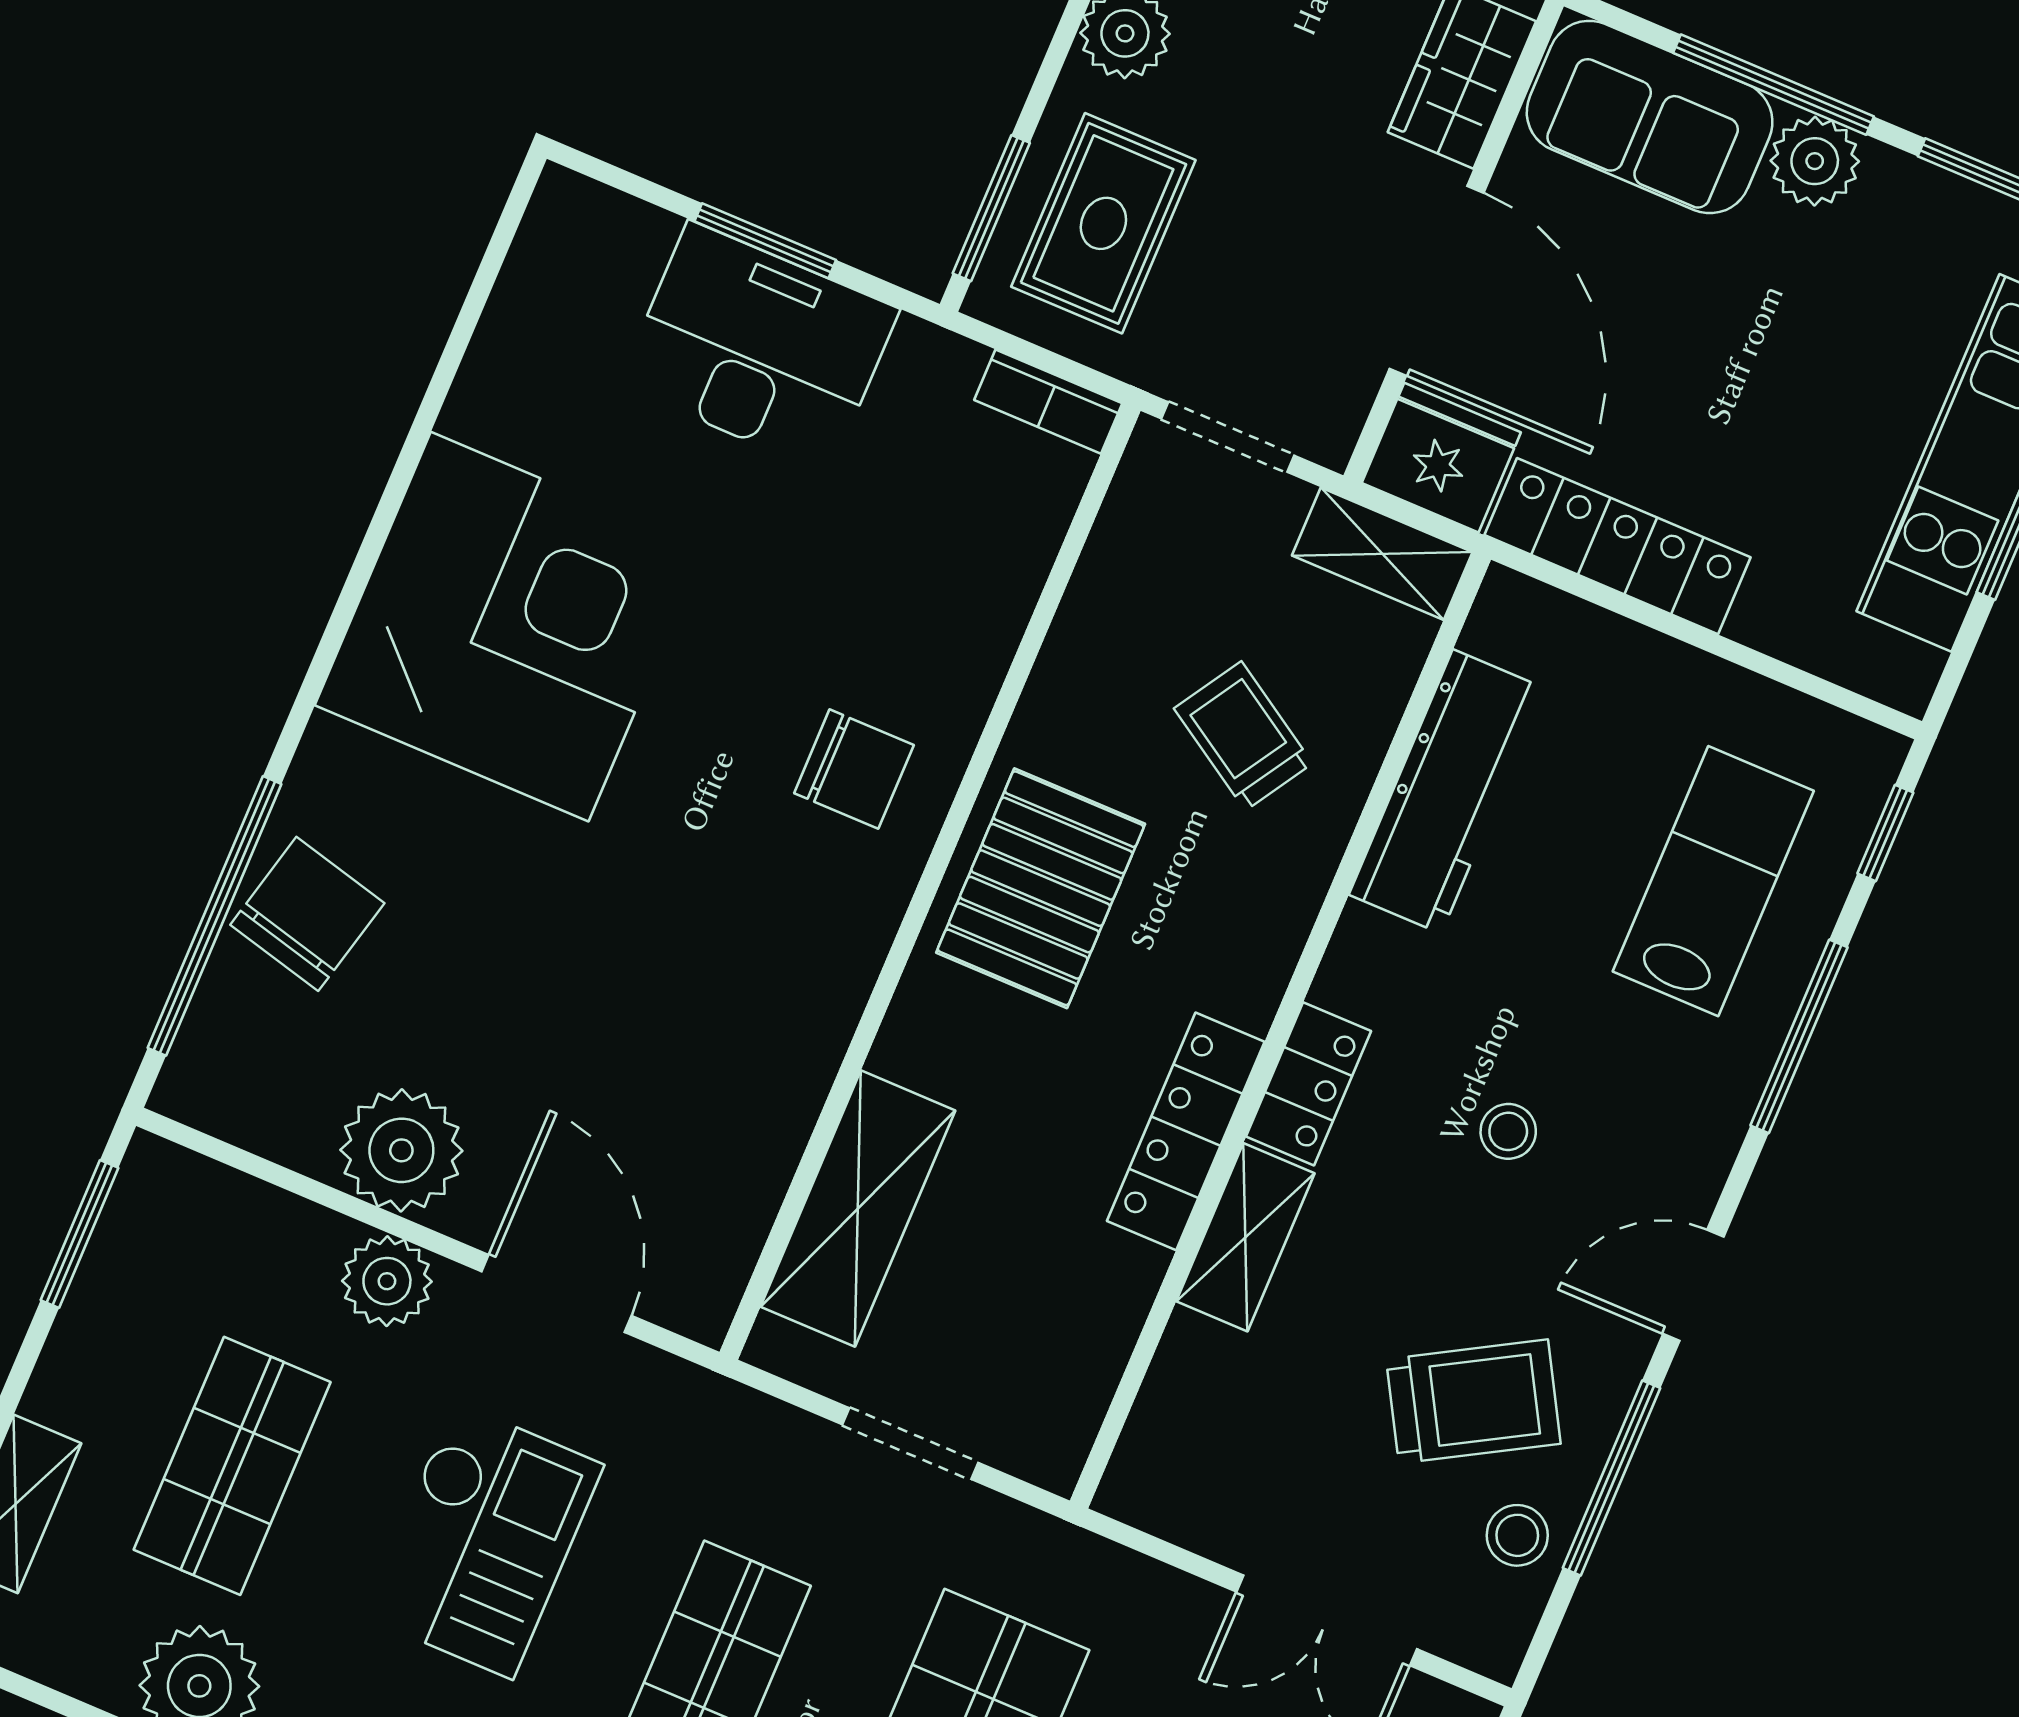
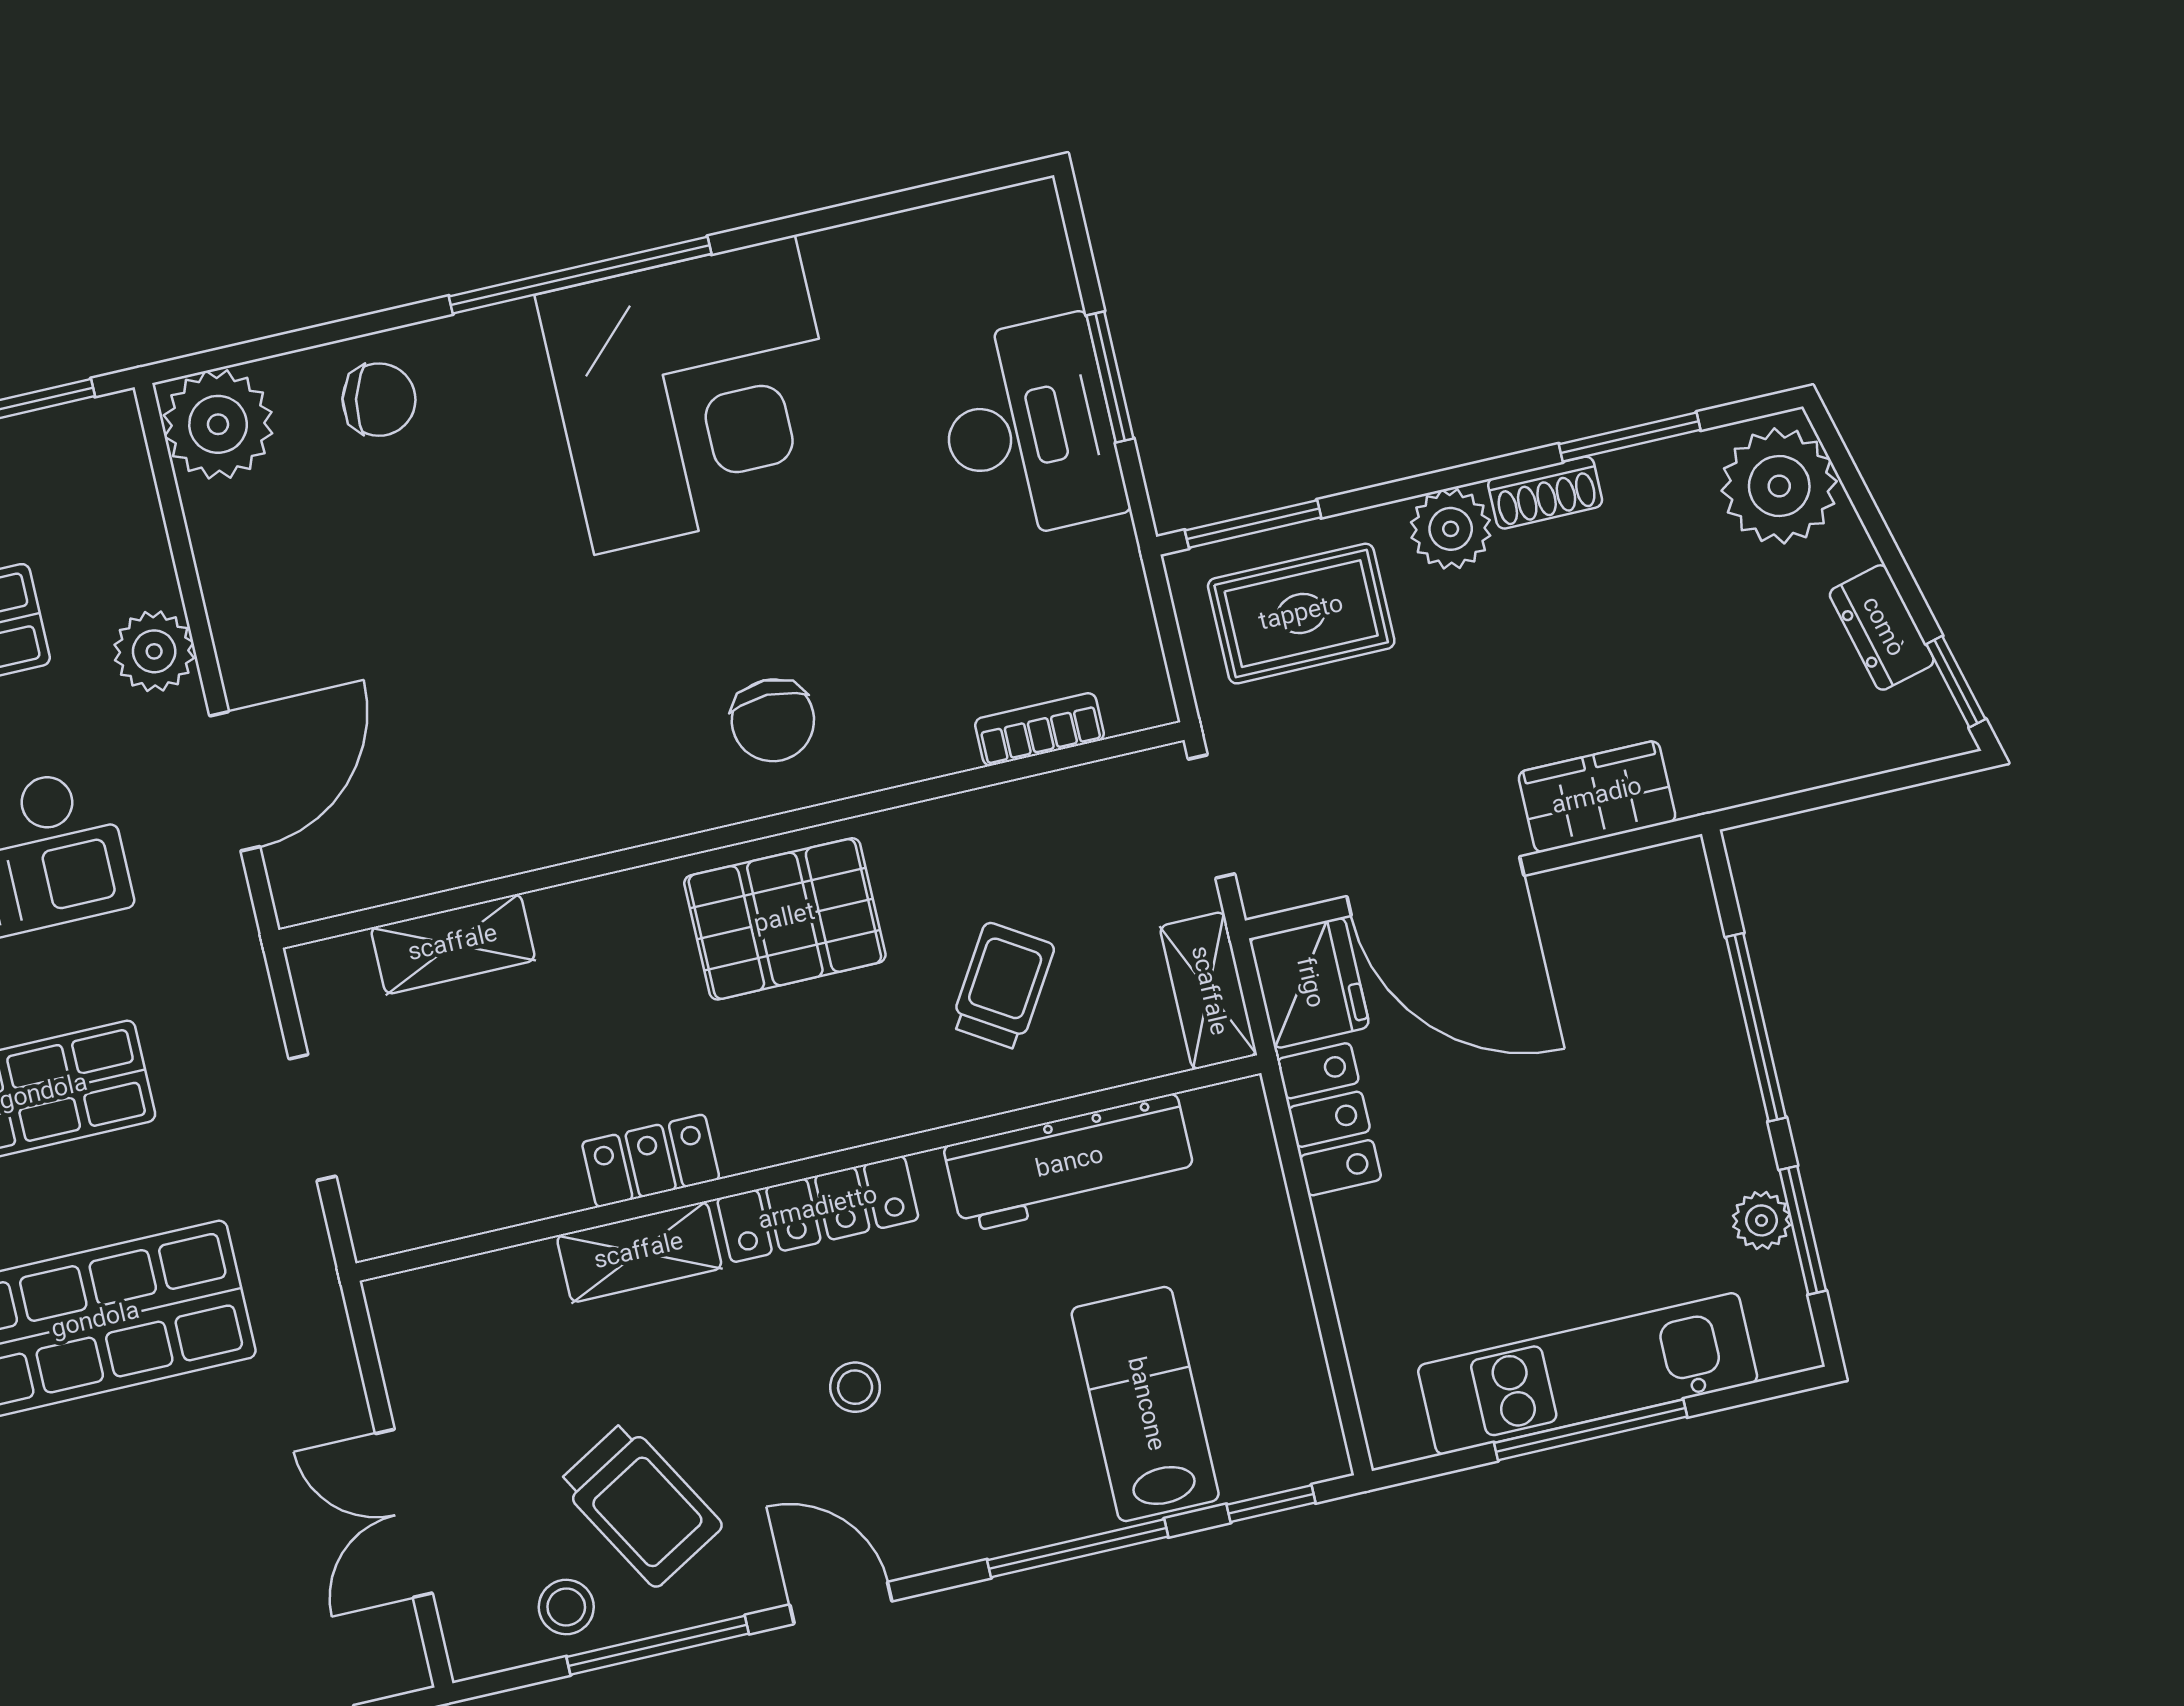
sofa: (1650, 117) -> (1667, 954), removed
plant: (1815, 161) -> (1762, 1220), moved, width x0.73, depth x0.73
door: (1437, 281) -> (1435, 886), hinge flipped
bookcase: (1048, 402) -> (1039, 729), moved, turned 90
locker: (1618, 546) -> (1329, 1119), width x0.66
lab bench: (1713, 881) -> (1145, 1404), turned -90
chair: (307, 914) -> (379, 400), width x0.73, depth x0.73
window: (214, 916) -> (580, 275), moved
locker: (1309, 1084) -> (818, 1209), width x1.53
locker: (1186, 1131) -> (651, 1161), width x0.66
plant: (401, 1150) -> (218, 424), moved
shelving: (858, 1209) -> (453, 944), width x0.67, depth x0.75

